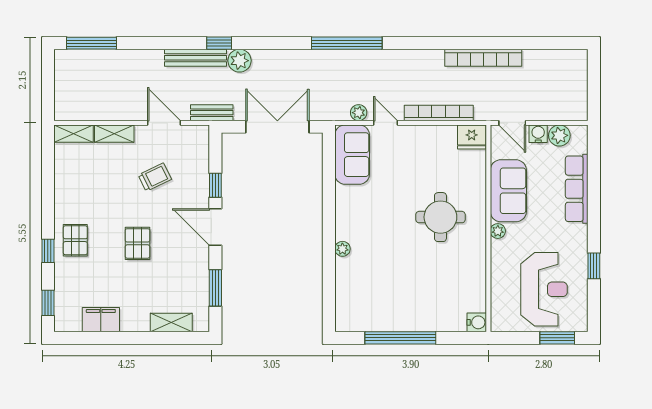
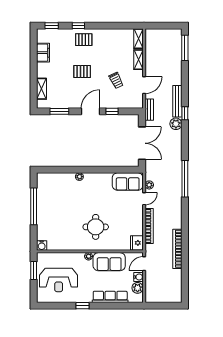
window: (594, 266) -> (82, 306), moved
window: (557, 338) -> (34, 271), moved

